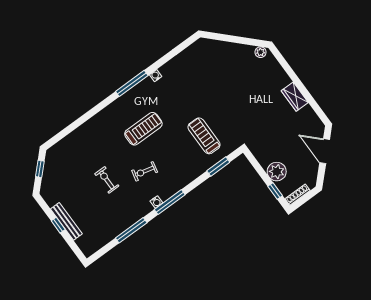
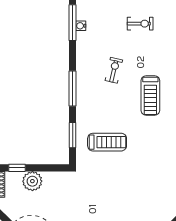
exercise bike: (107, 180) -> (140, 24), moved
water cooler: (156, 202) -> (81, 26), moved
window: (170, 202) -> (73, 89), moved

